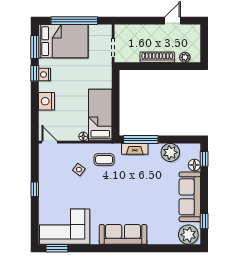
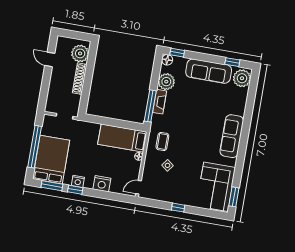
plant: (185, 57) -> (80, 53), width x1.88, depth x1.88
fireplace: (135, 149) -> (160, 102), moved
floor lamp: (194, 165) -> (167, 60), moved

